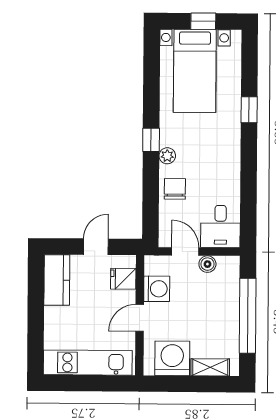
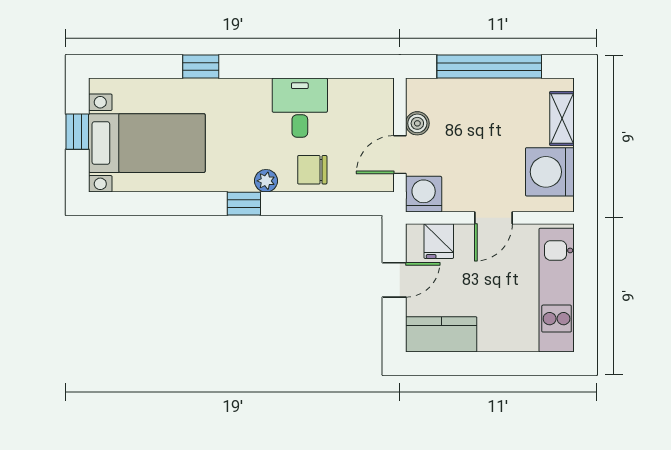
desk: (220, 226) -> (300, 108), moved, turned -90
door: (96, 247) -> (394, 280), swing flipped
washing machine: (157, 289) -> (424, 194), moved
door: (140, 318) -> (493, 218), hinge flipped

